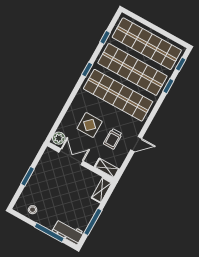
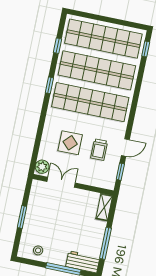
window: (168, 86) -> (120, 172), moved
shelving: (107, 168) -> (102, 182), removed

